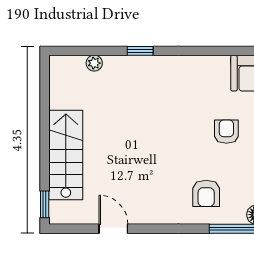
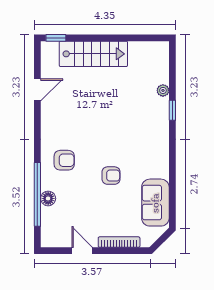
plant: (94, 63) -> (163, 90), moved
armchair: (206, 193) -> (64, 160), turned 180

